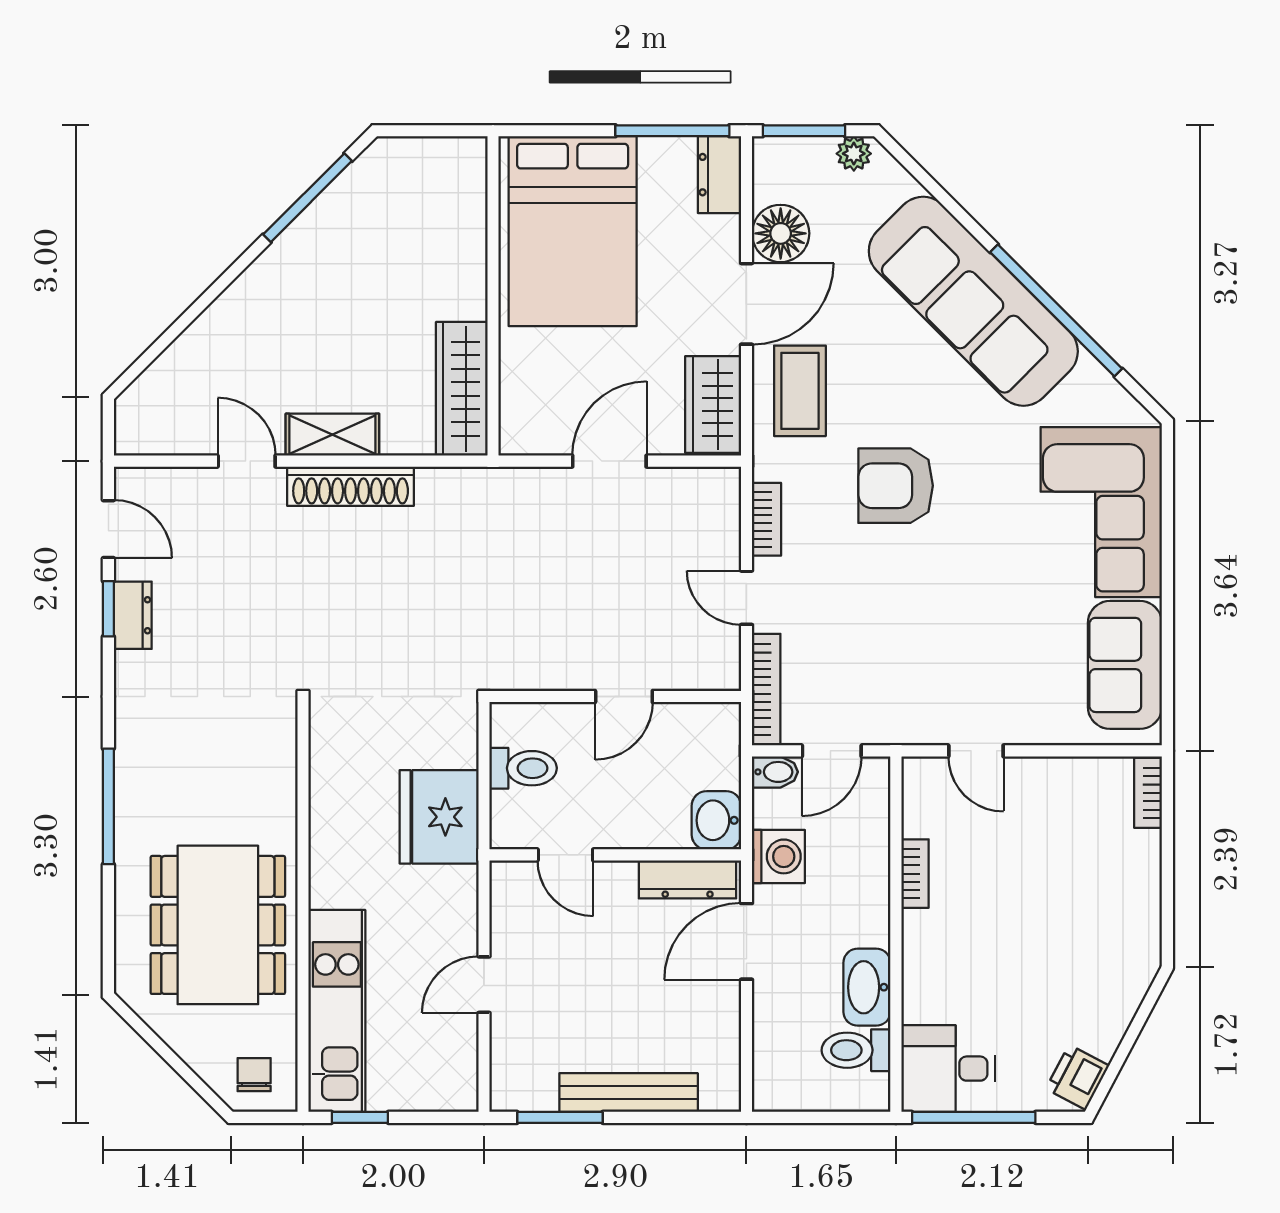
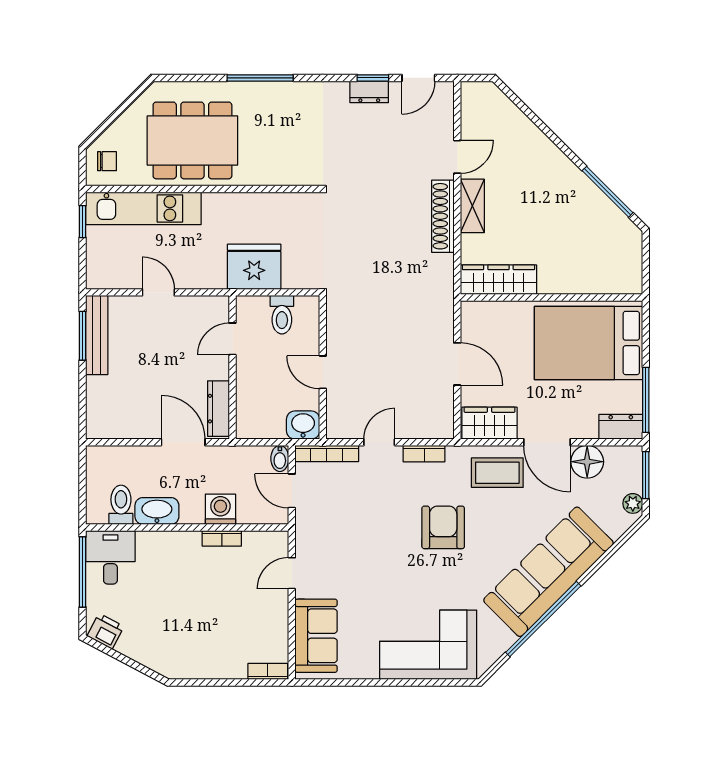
sofa: (1125, 665) -> (316, 636), moved, turned 90
washbasin: (716, 820) -> (303, 425), moved
washing machine: (778, 856) -> (220, 509), moved, turned 180
bench: (629, 1093) -> (97, 335), moved

